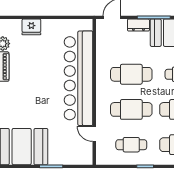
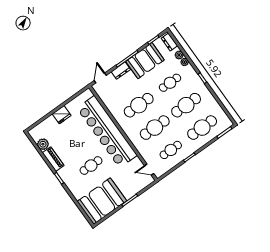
fridge: (31, 27) -> (62, 115), moved
cafe table: (37, 102) -> (91, 166), added
door: (94, 134) -> (149, 170), moved

